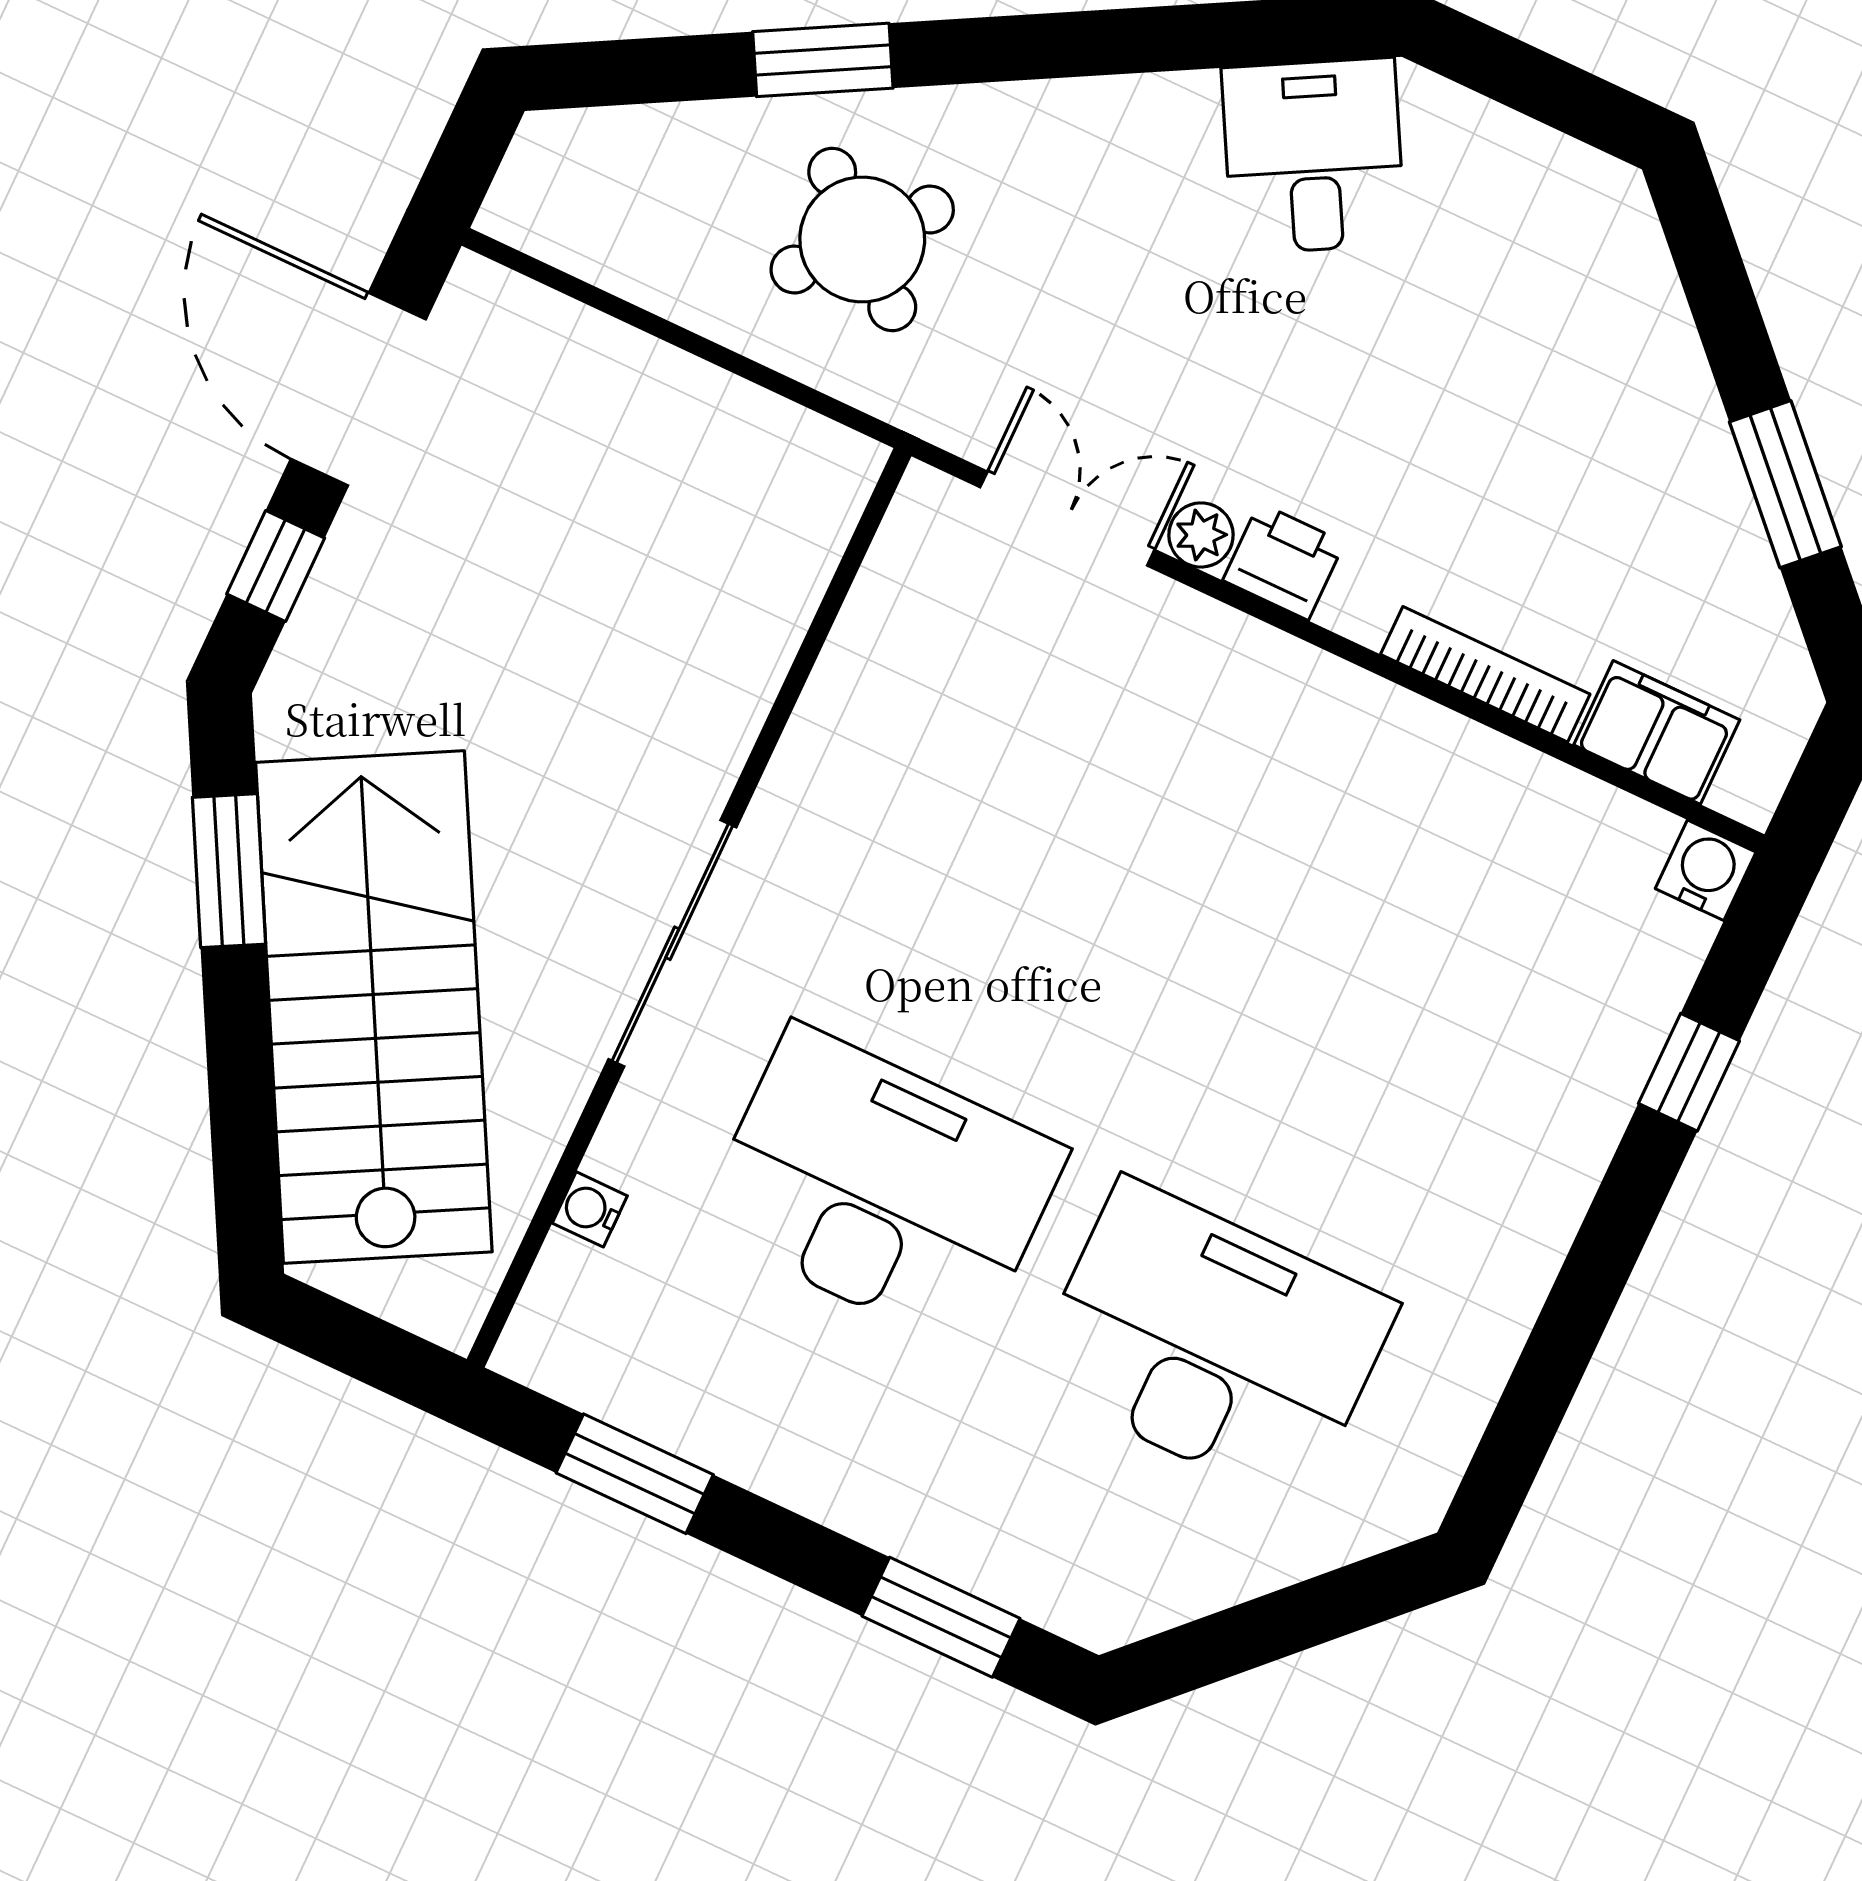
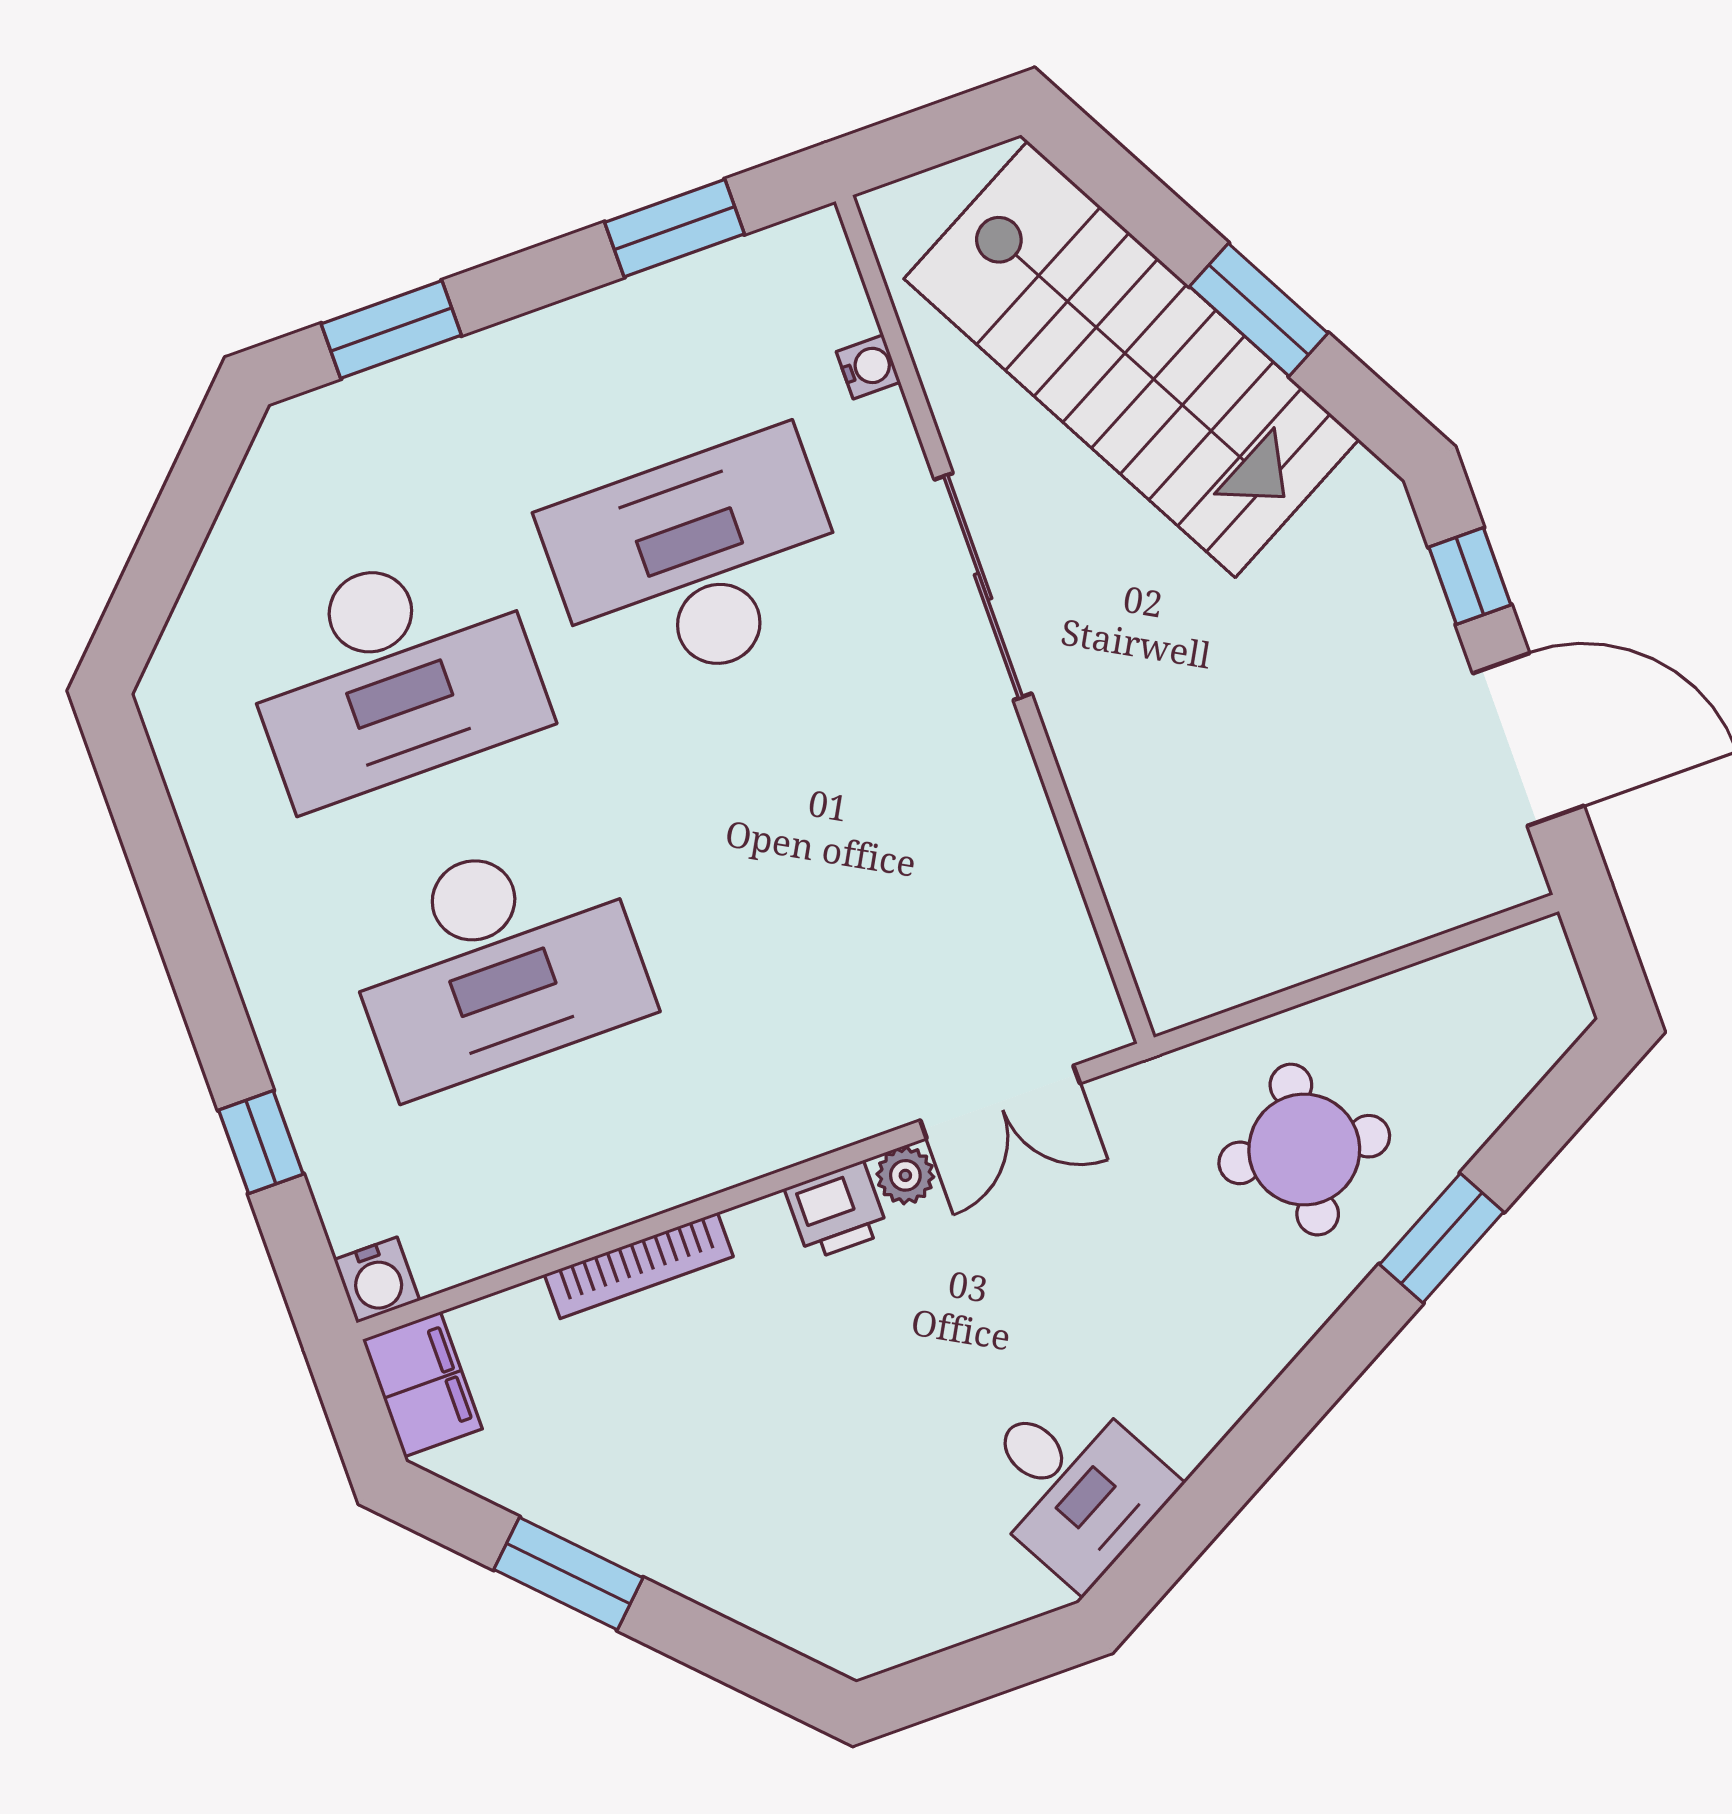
round table: (862, 240) -> (1304, 1150), turned -33
filing cabinet: (1657, 732) -> (422, 1384), moved, turned -90
window: (229, 871) -> (1259, 310), moved
desk: (1358, 1031) -> (495, 961), added
desk: (882, 1188) -> (697, 563), turned 180

